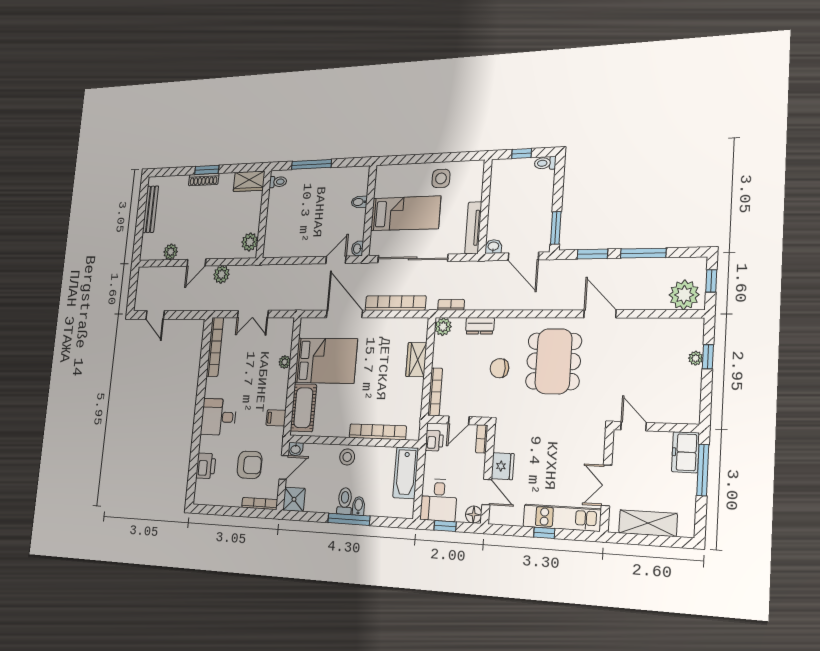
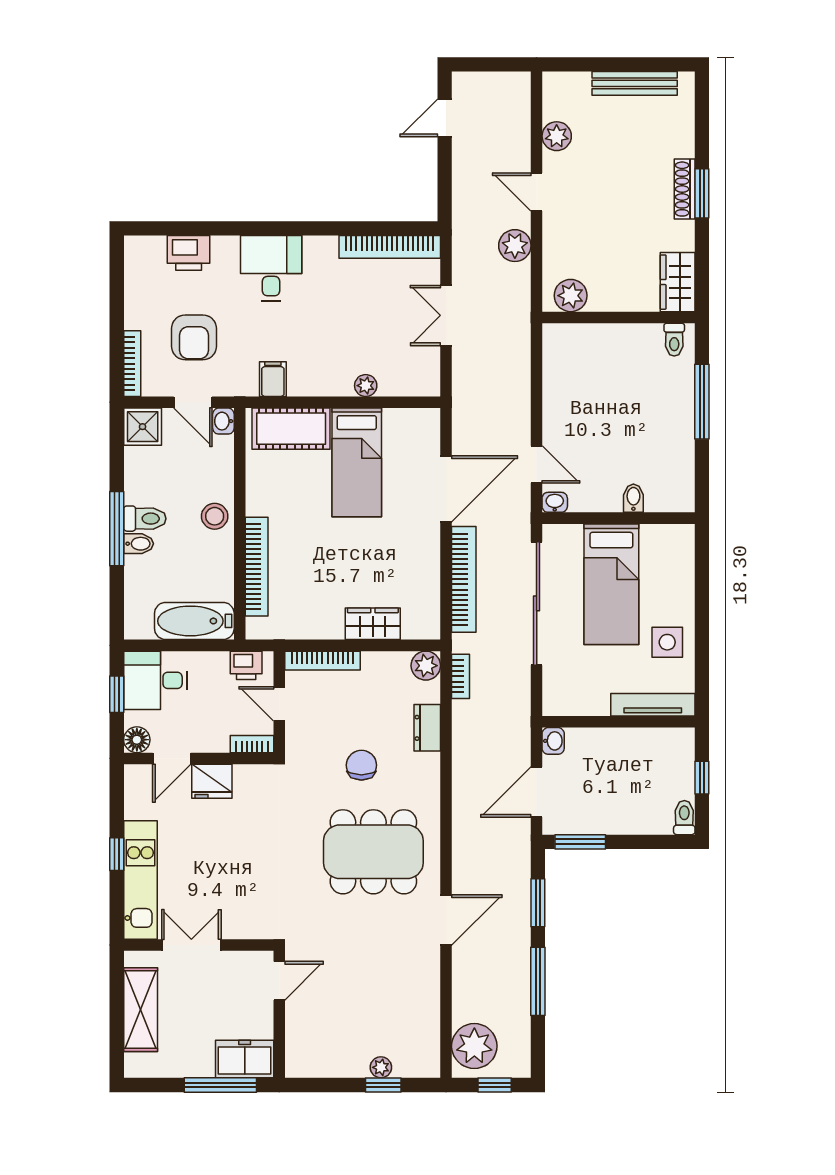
tv unit: (473, 228) -> (653, 705), moved
bed: (326, 361) -> (357, 462), width x0.67

